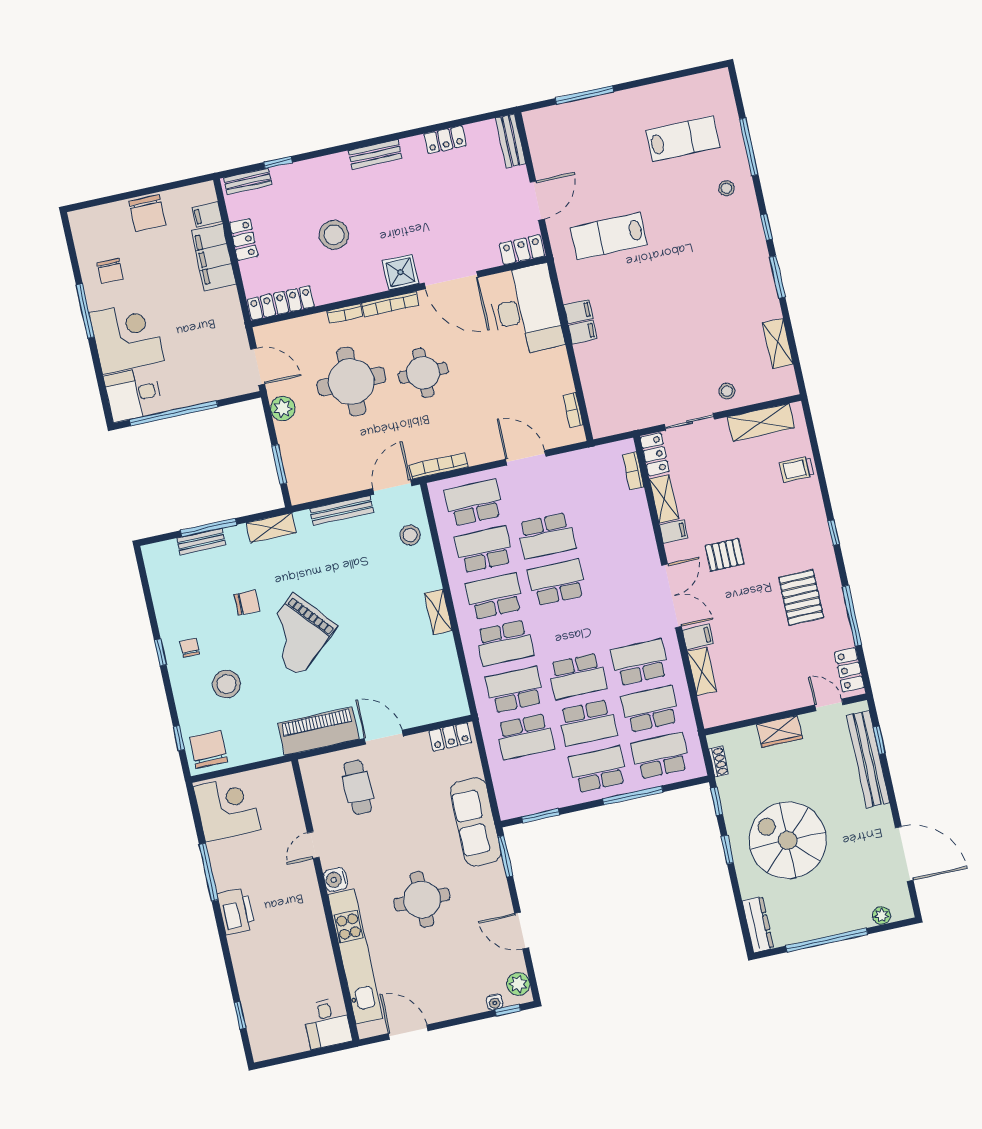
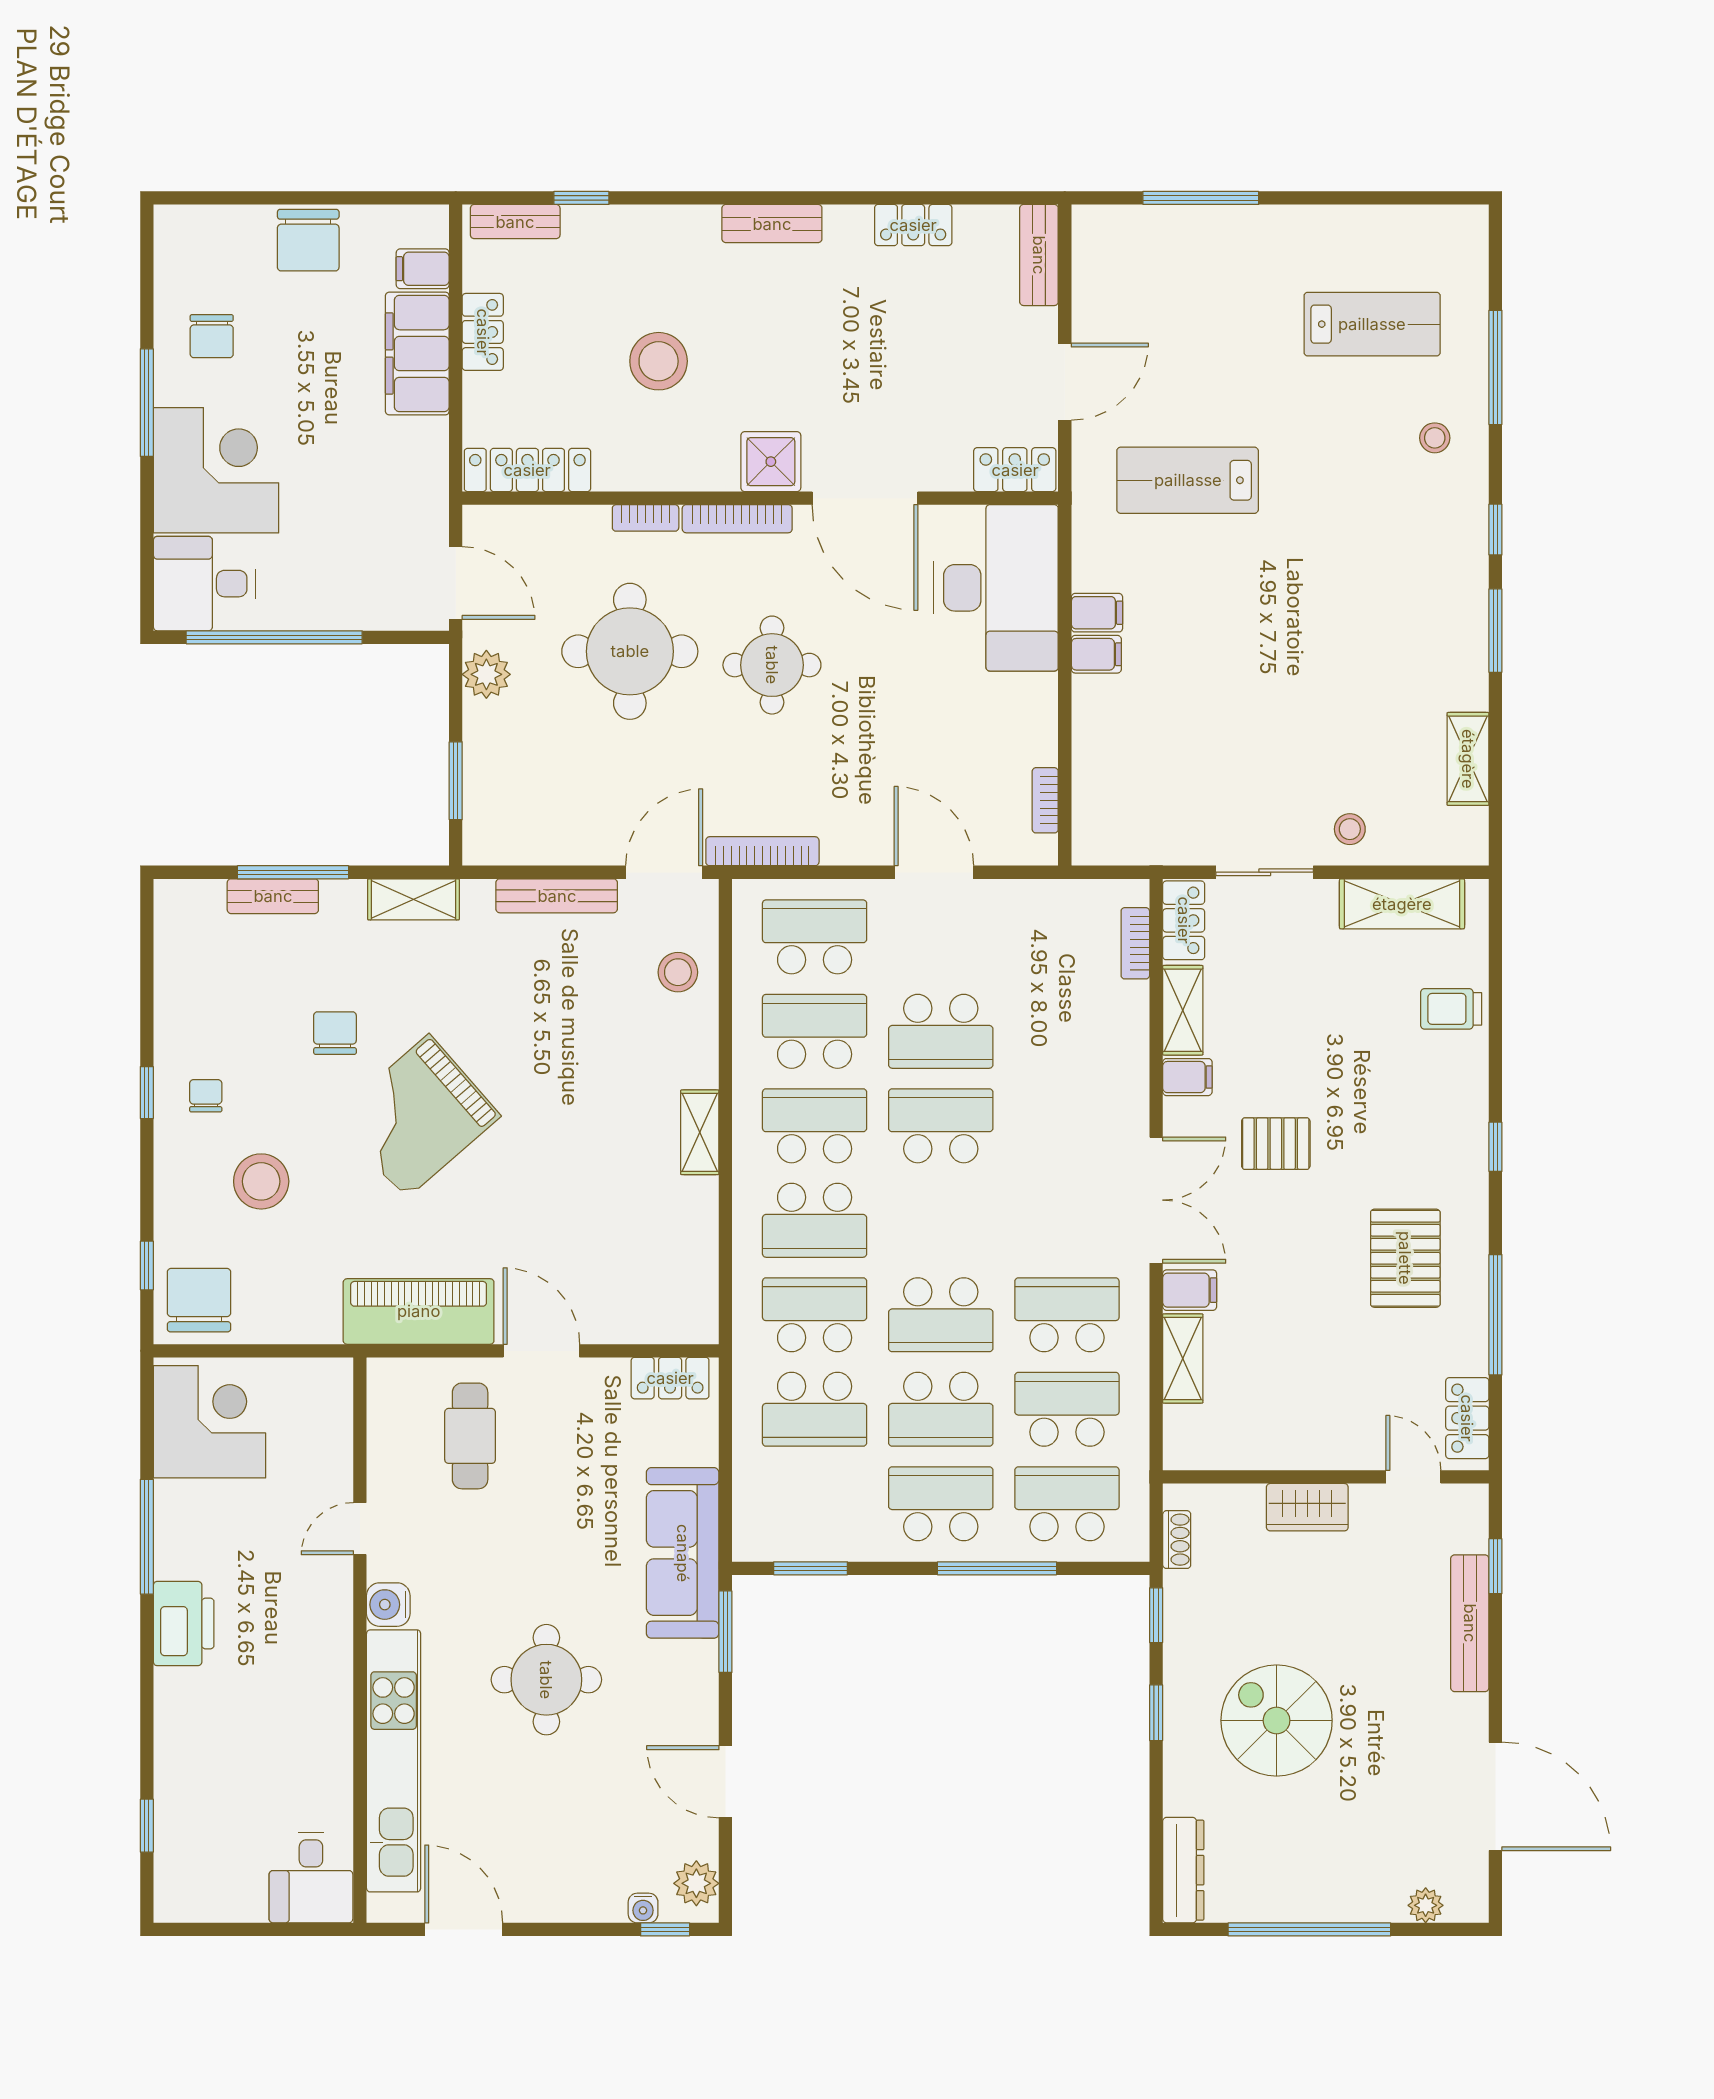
chair: (247, 603) -> (335, 1033), turned -90
bench: (868, 759) -> (1470, 1623), width x0.73, depth x0.82
spiral stairs: (788, 840) -> (1277, 1720), width x0.73, depth x0.73

